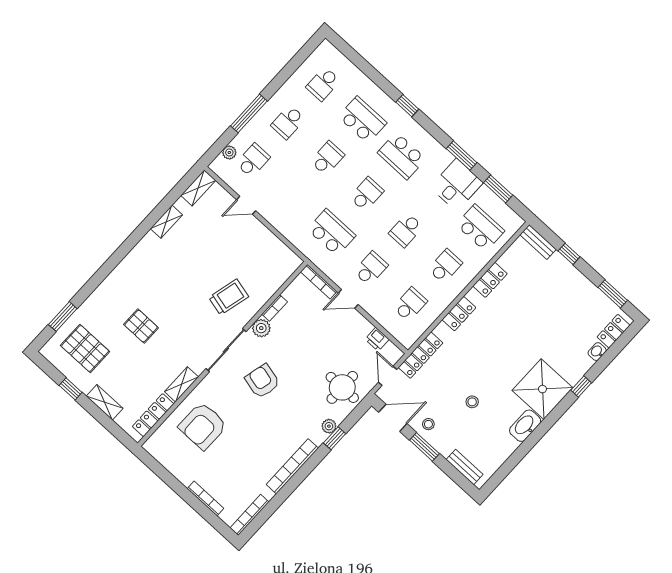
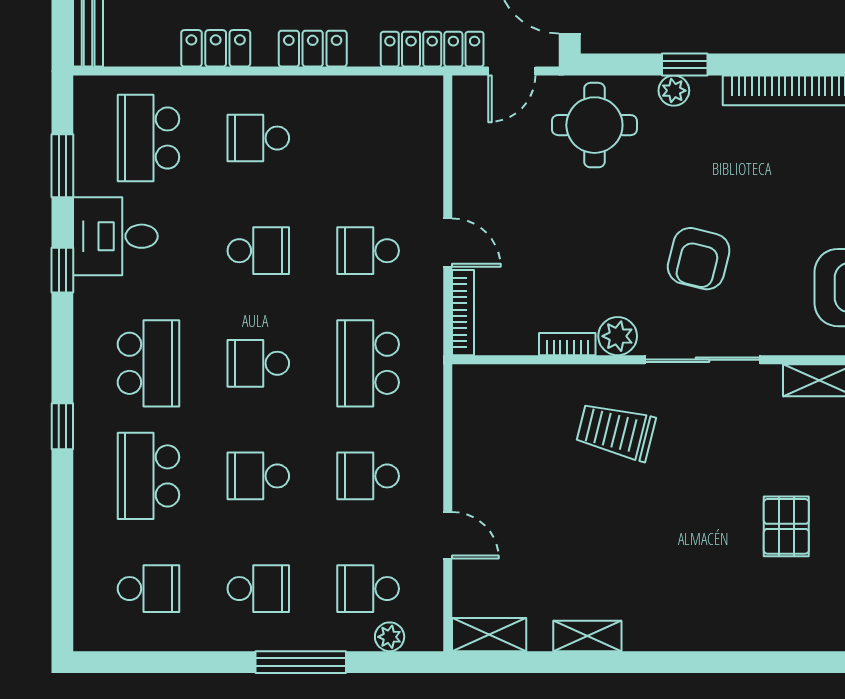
window: (462, 156) -> (62, 270), width x0.67
school desk: (410, 304) -> (368, 476), moved
printer: (377, 339) -> (470, 140), removed

